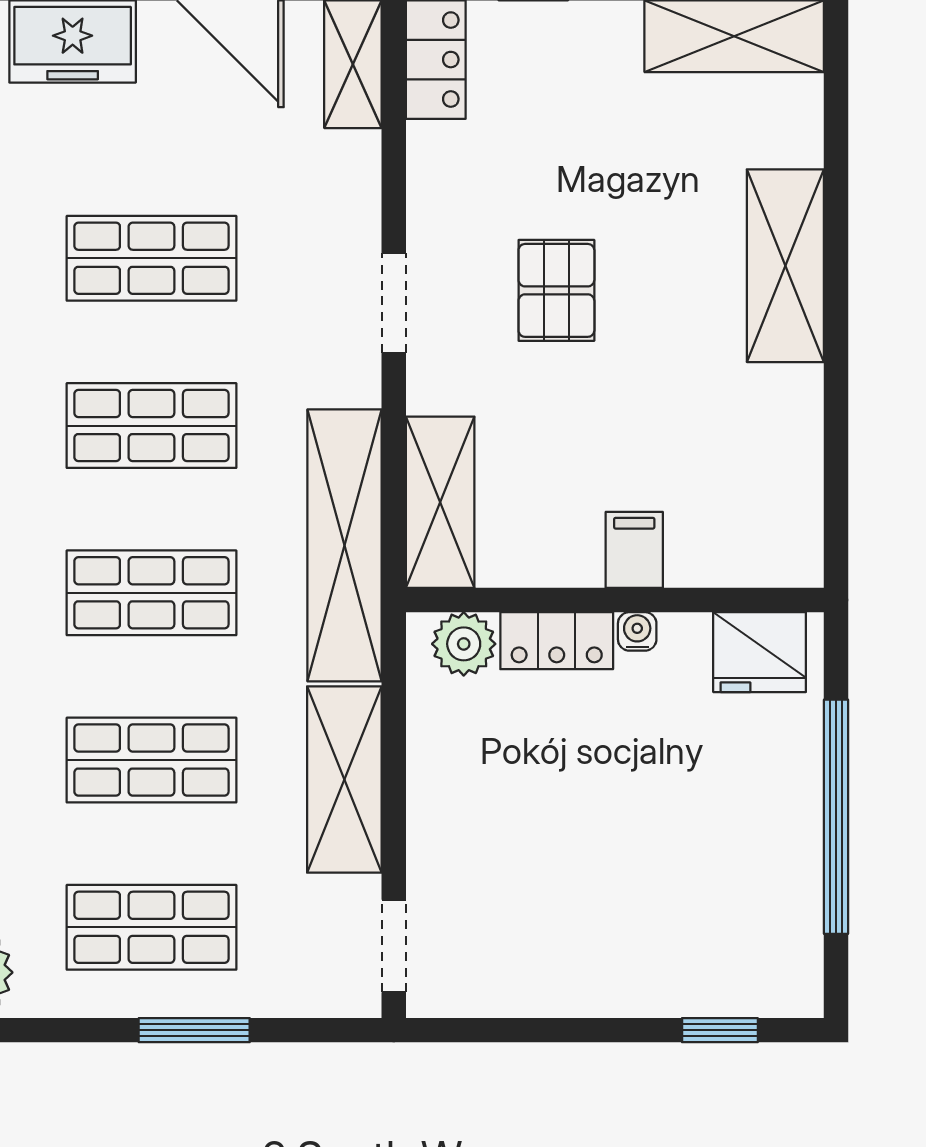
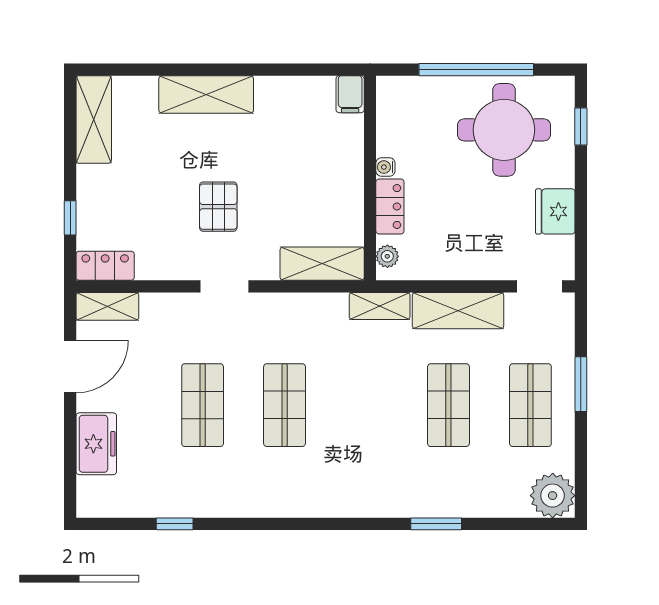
pallet: (556, 290) -> (218, 207), turned 90
shelving: (345, 545) -> (380, 306), width x0.45, depth x0.75
filing cabinet: (634, 550) -> (350, 94), moved, turned -90
shop shelf: (151, 593) -> (366, 405), removed
plant: (464, 644) -> (387, 256), width x0.73, depth x0.73
fridge: (760, 652) -> (555, 211), moved, turned 180
round table: (713, 873) -> (504, 130), added

